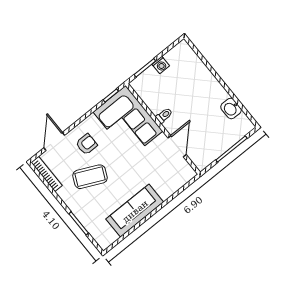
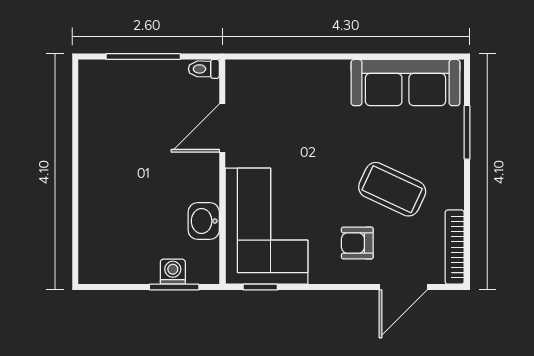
washing machine: (161, 65) -> (173, 272), moved
washbasin: (231, 108) -> (204, 221), moved, turned 180
toilet: (164, 115) -> (204, 69), moved
sofa: (135, 211) -> (405, 83), moved

